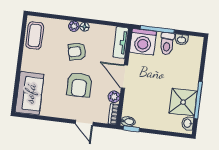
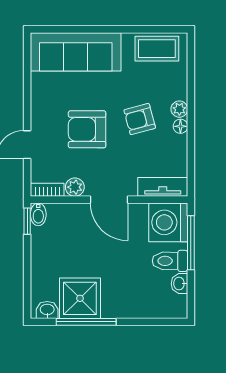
armchair: (77, 51) -> (140, 119), turned -91
door: (124, 77) -> (109, 200), swing flipped
sofa: (30, 93) -> (76, 52), width x1.36

